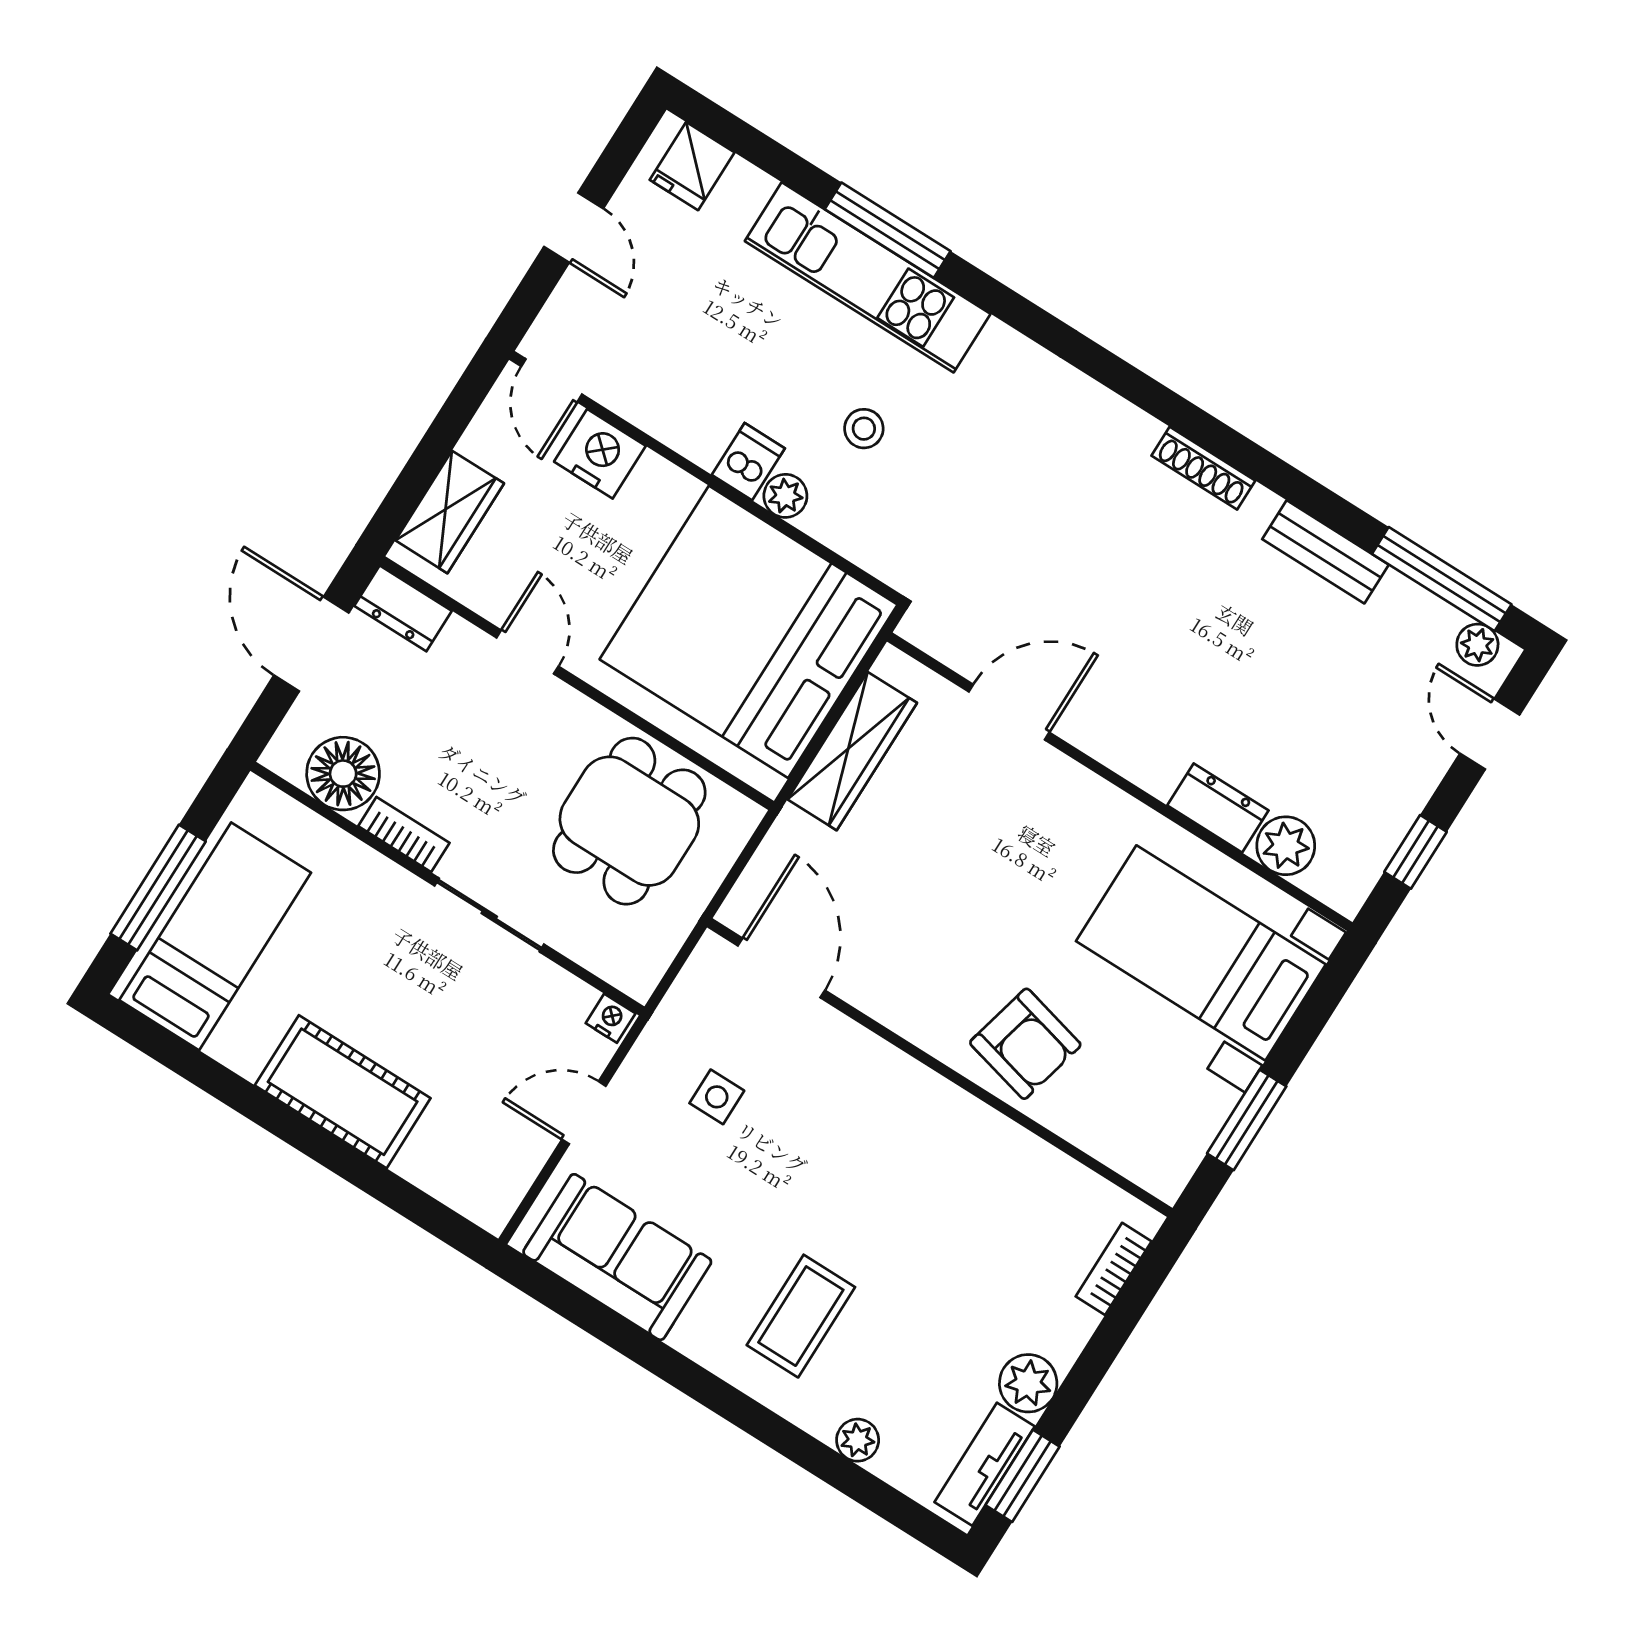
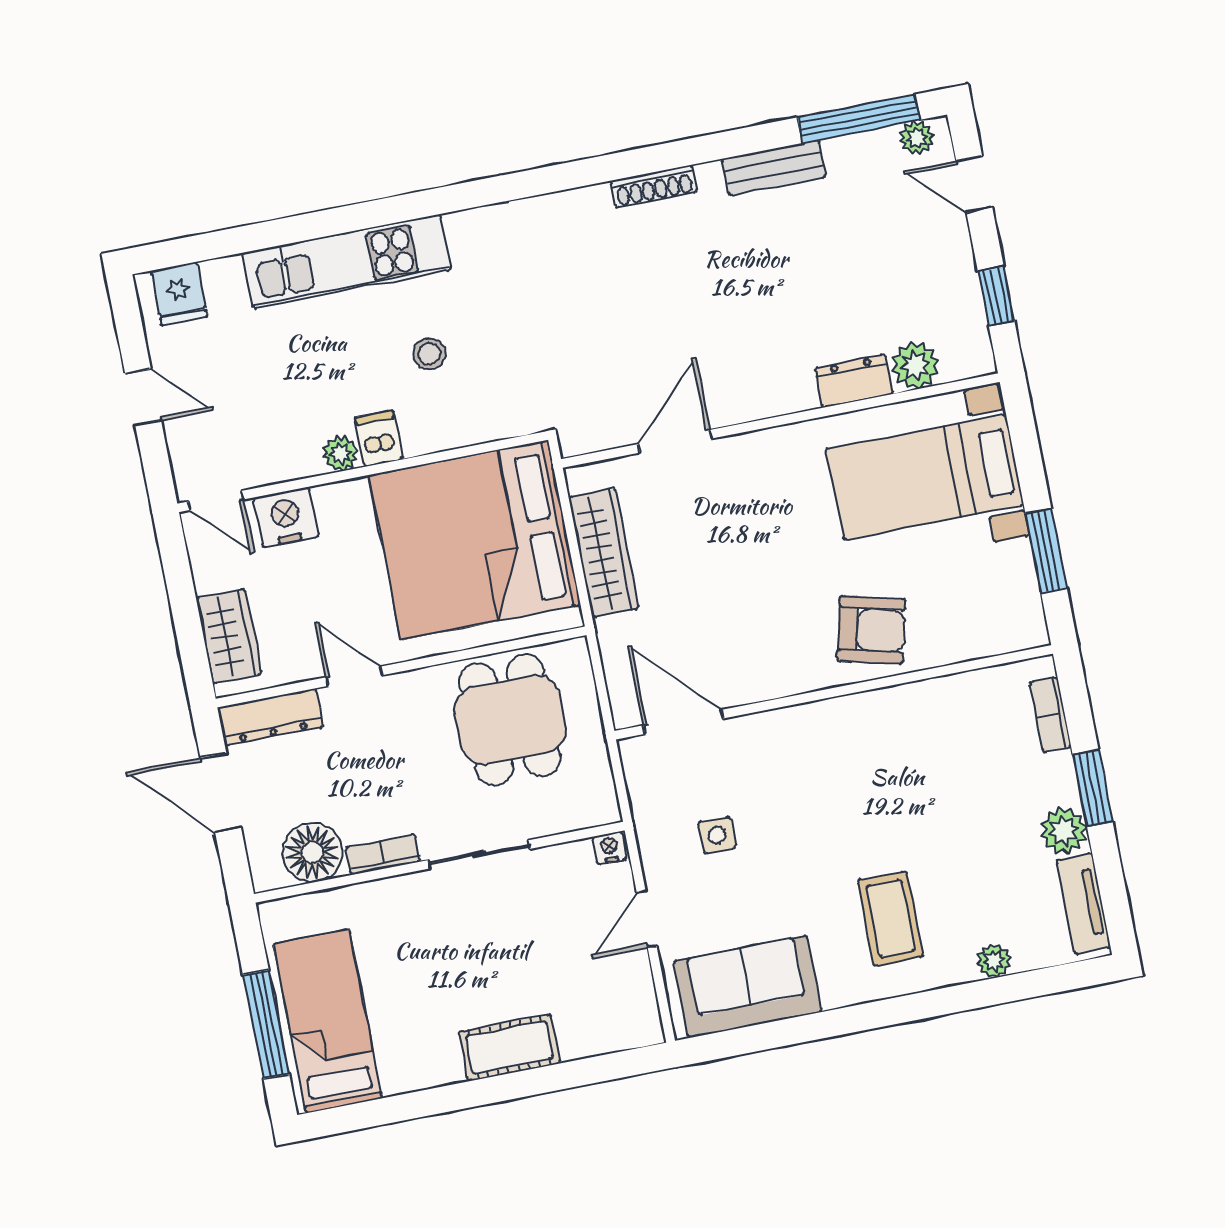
window: (888, 230) -> (332, 222), removed
plant: (785, 496) -> (340, 454), moved
dresser: (403, 608) -> (270, 717), width x1.44
cot: (343, 1092) -> (510, 1047), width x0.73, depth x0.75
window: (1023, 1476) -> (1093, 788), moved

